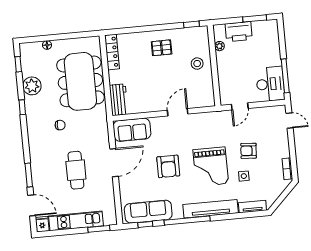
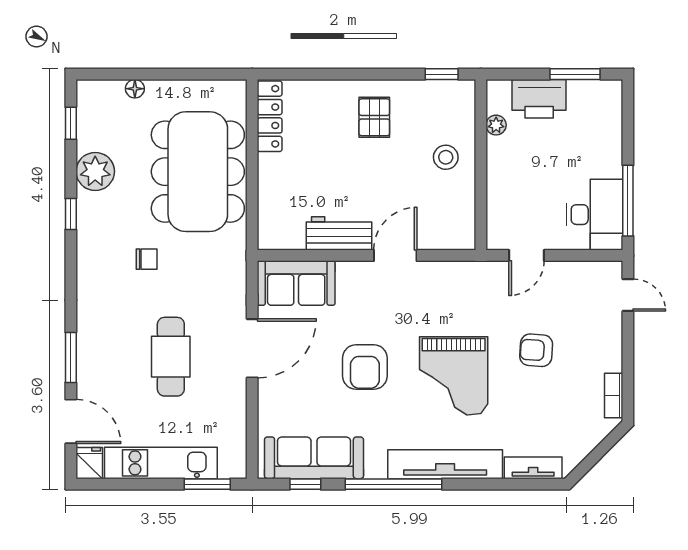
pallet: (162, 48) -> (374, 117), turned 90
workbench: (119, 100) -> (339, 233), moved, turned -90
side table: (244, 176) -> (521, 402), removed

